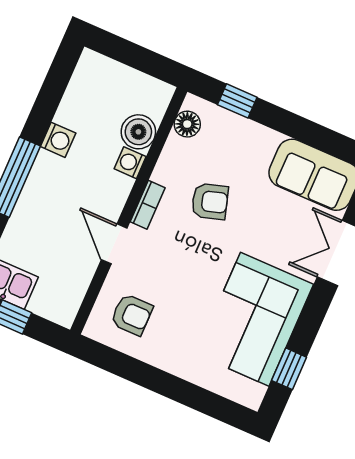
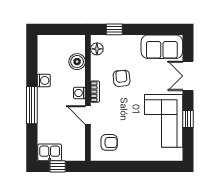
washing machine: (130, 163) -> (79, 93), moved
armchair: (210, 201) -> (122, 78), turned -78
window: (289, 369) -> (188, 119), moved

